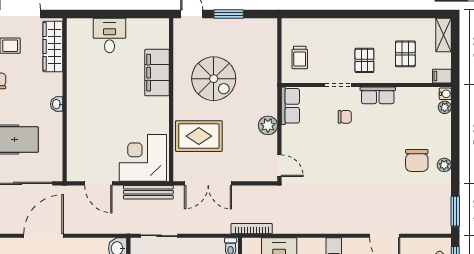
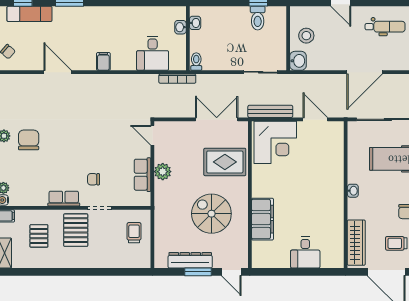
dresser: (237, 27) -> (190, 260), added
pallet: (364, 60) -> (76, 230), width x1.50, depth x1.42
row of seats: (290, 106) -> (143, 175), moved

